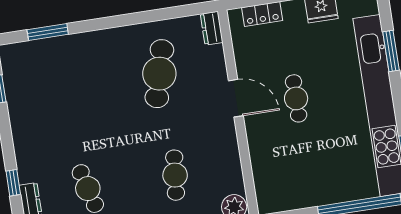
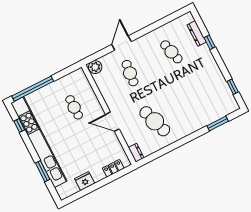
cafe table: (159, 74) -> (155, 121), turned -33
cafe table: (296, 98) -> (74, 107), moved

